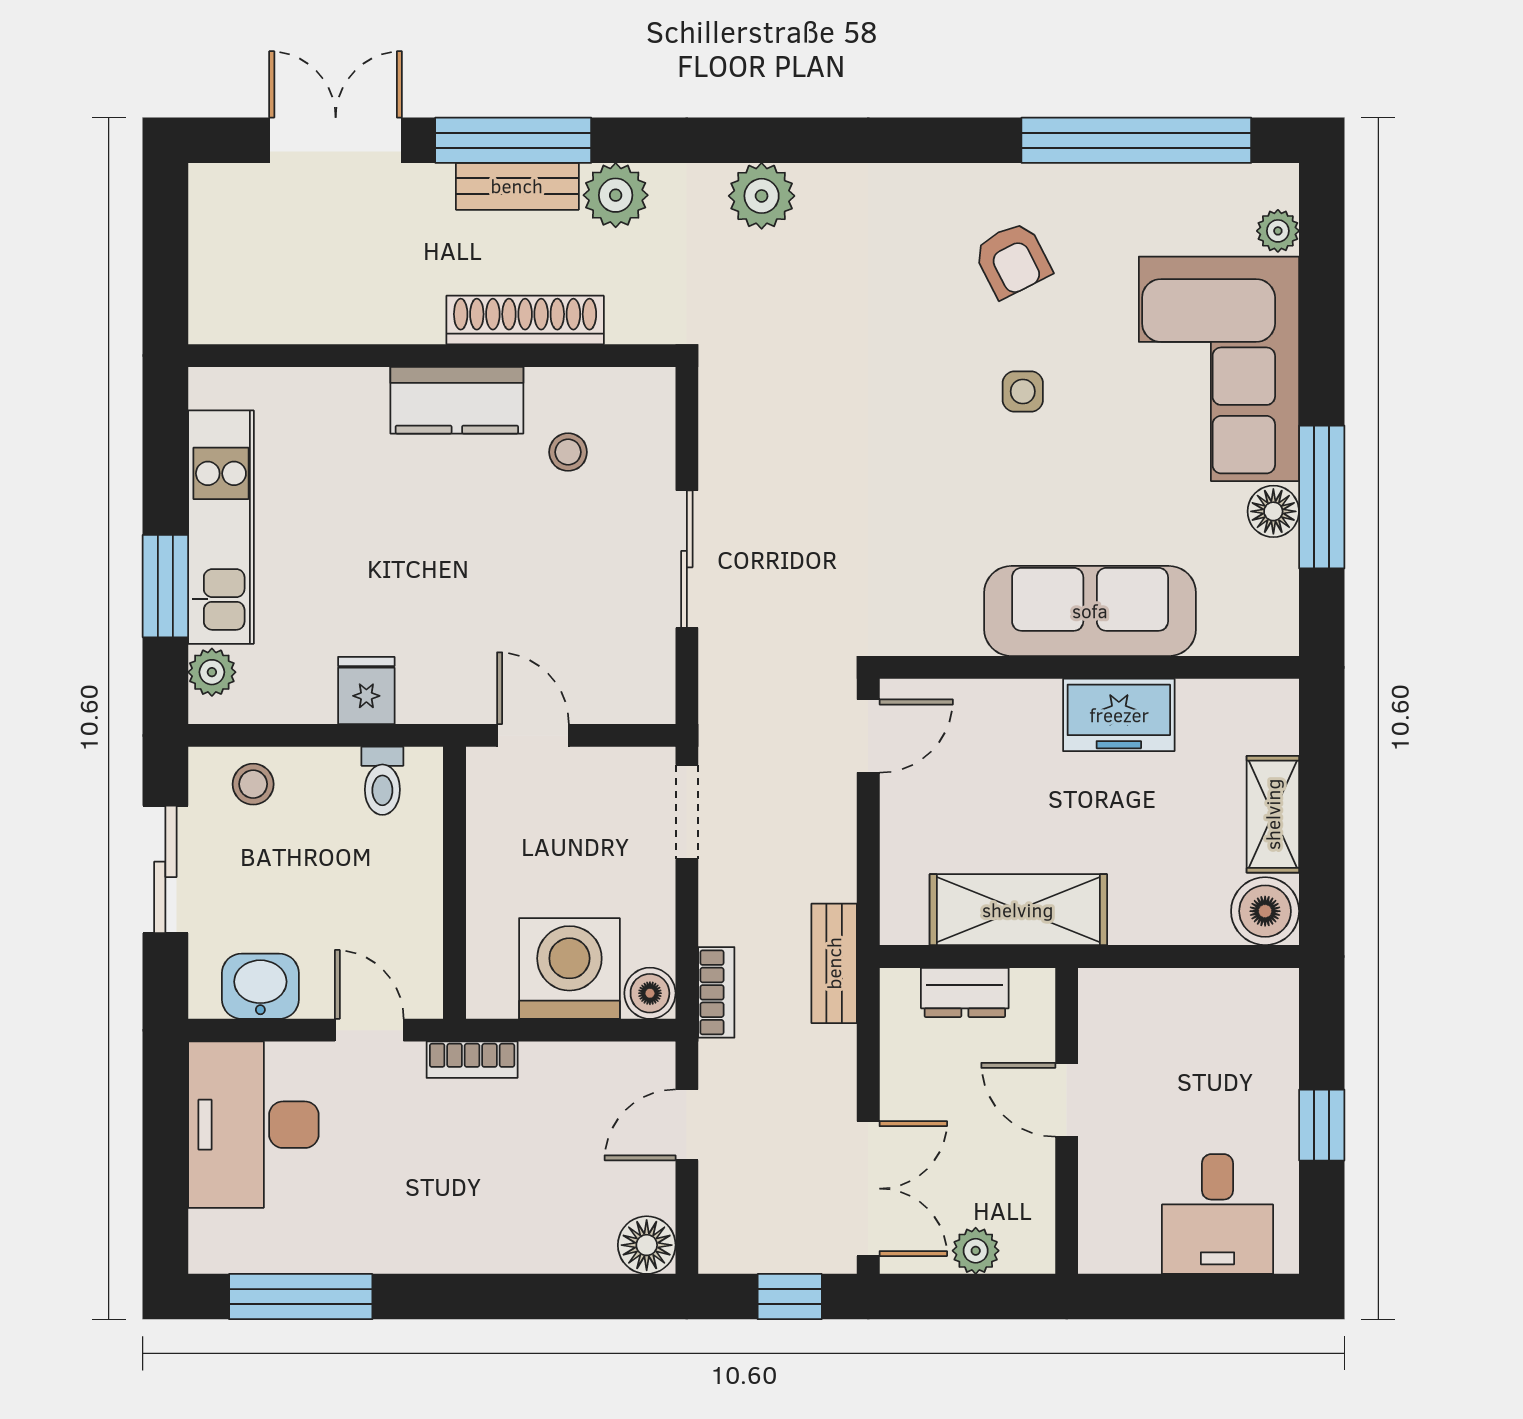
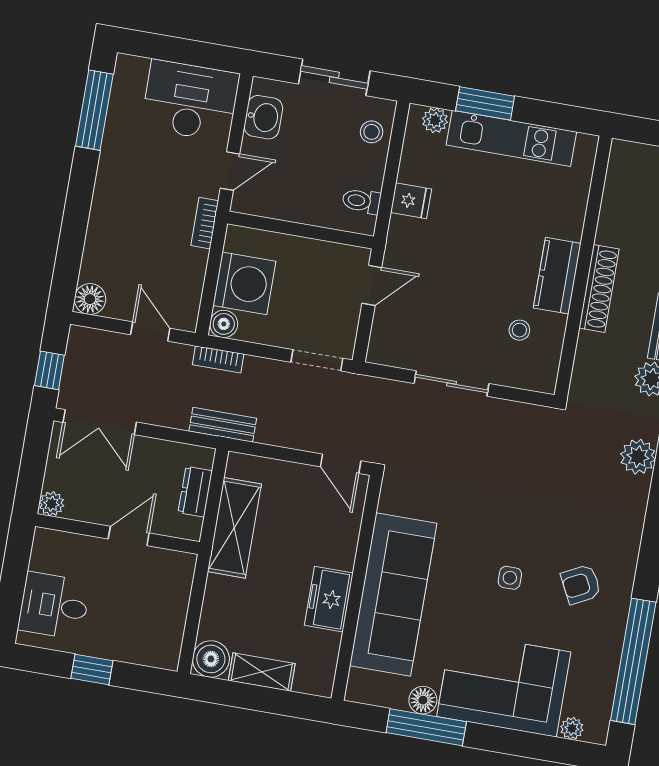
shoe rack: (525, 320) -> (599, 289), moved
sofa: (1090, 611) -> (393, 595), width x1.36, depth x1.27
plant: (976, 1251) -> (52, 504), moved

